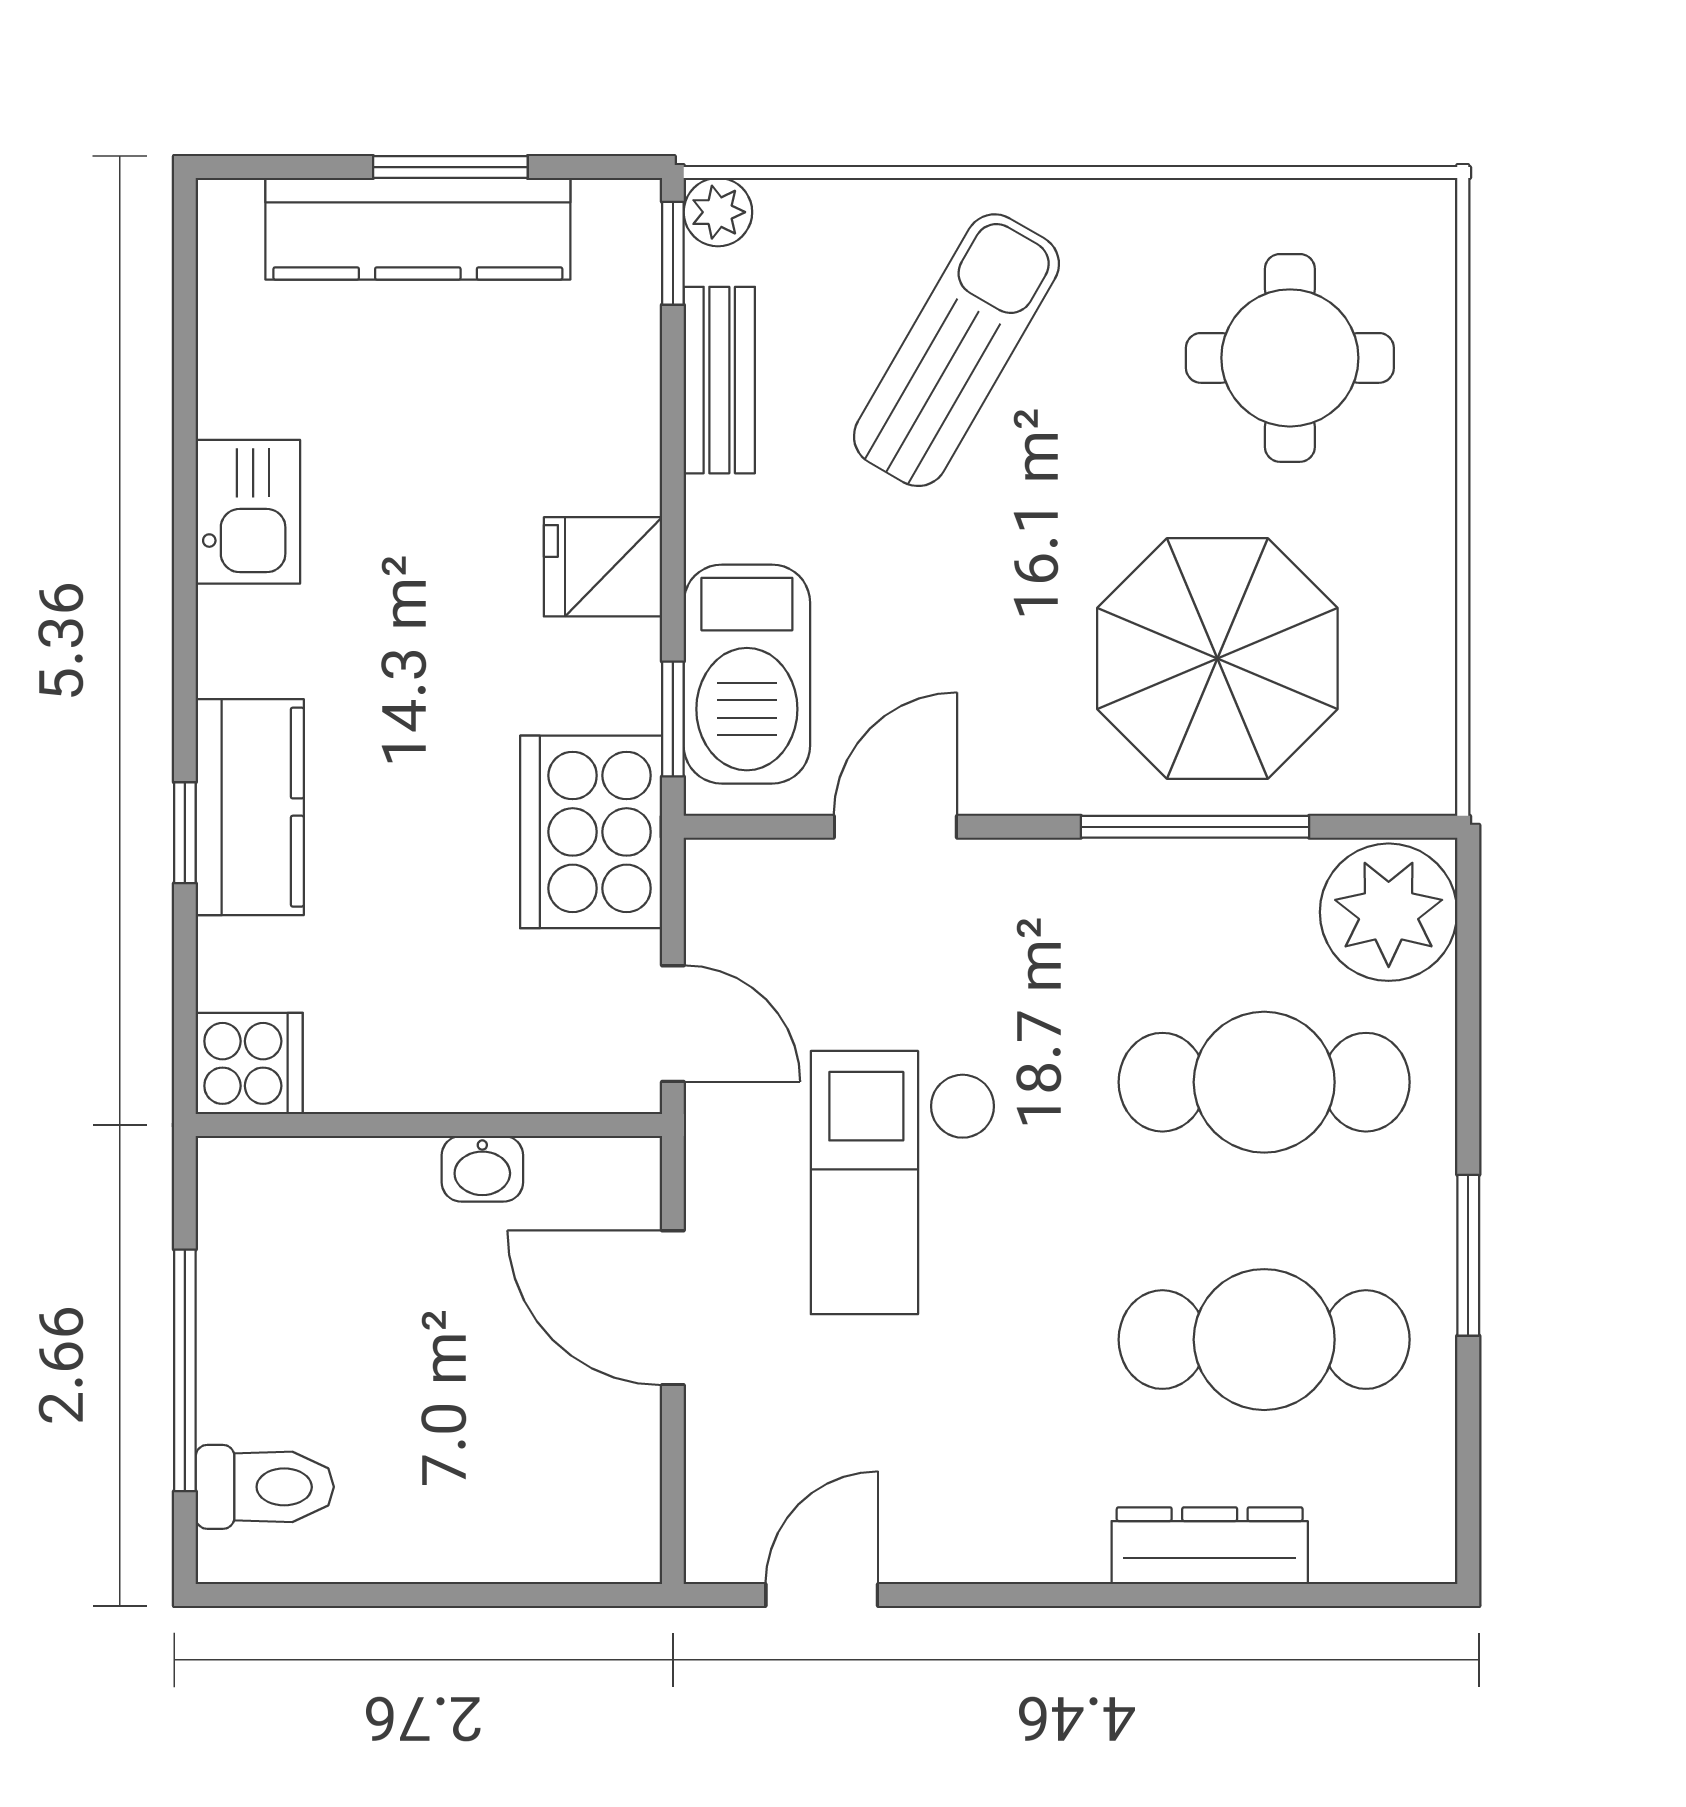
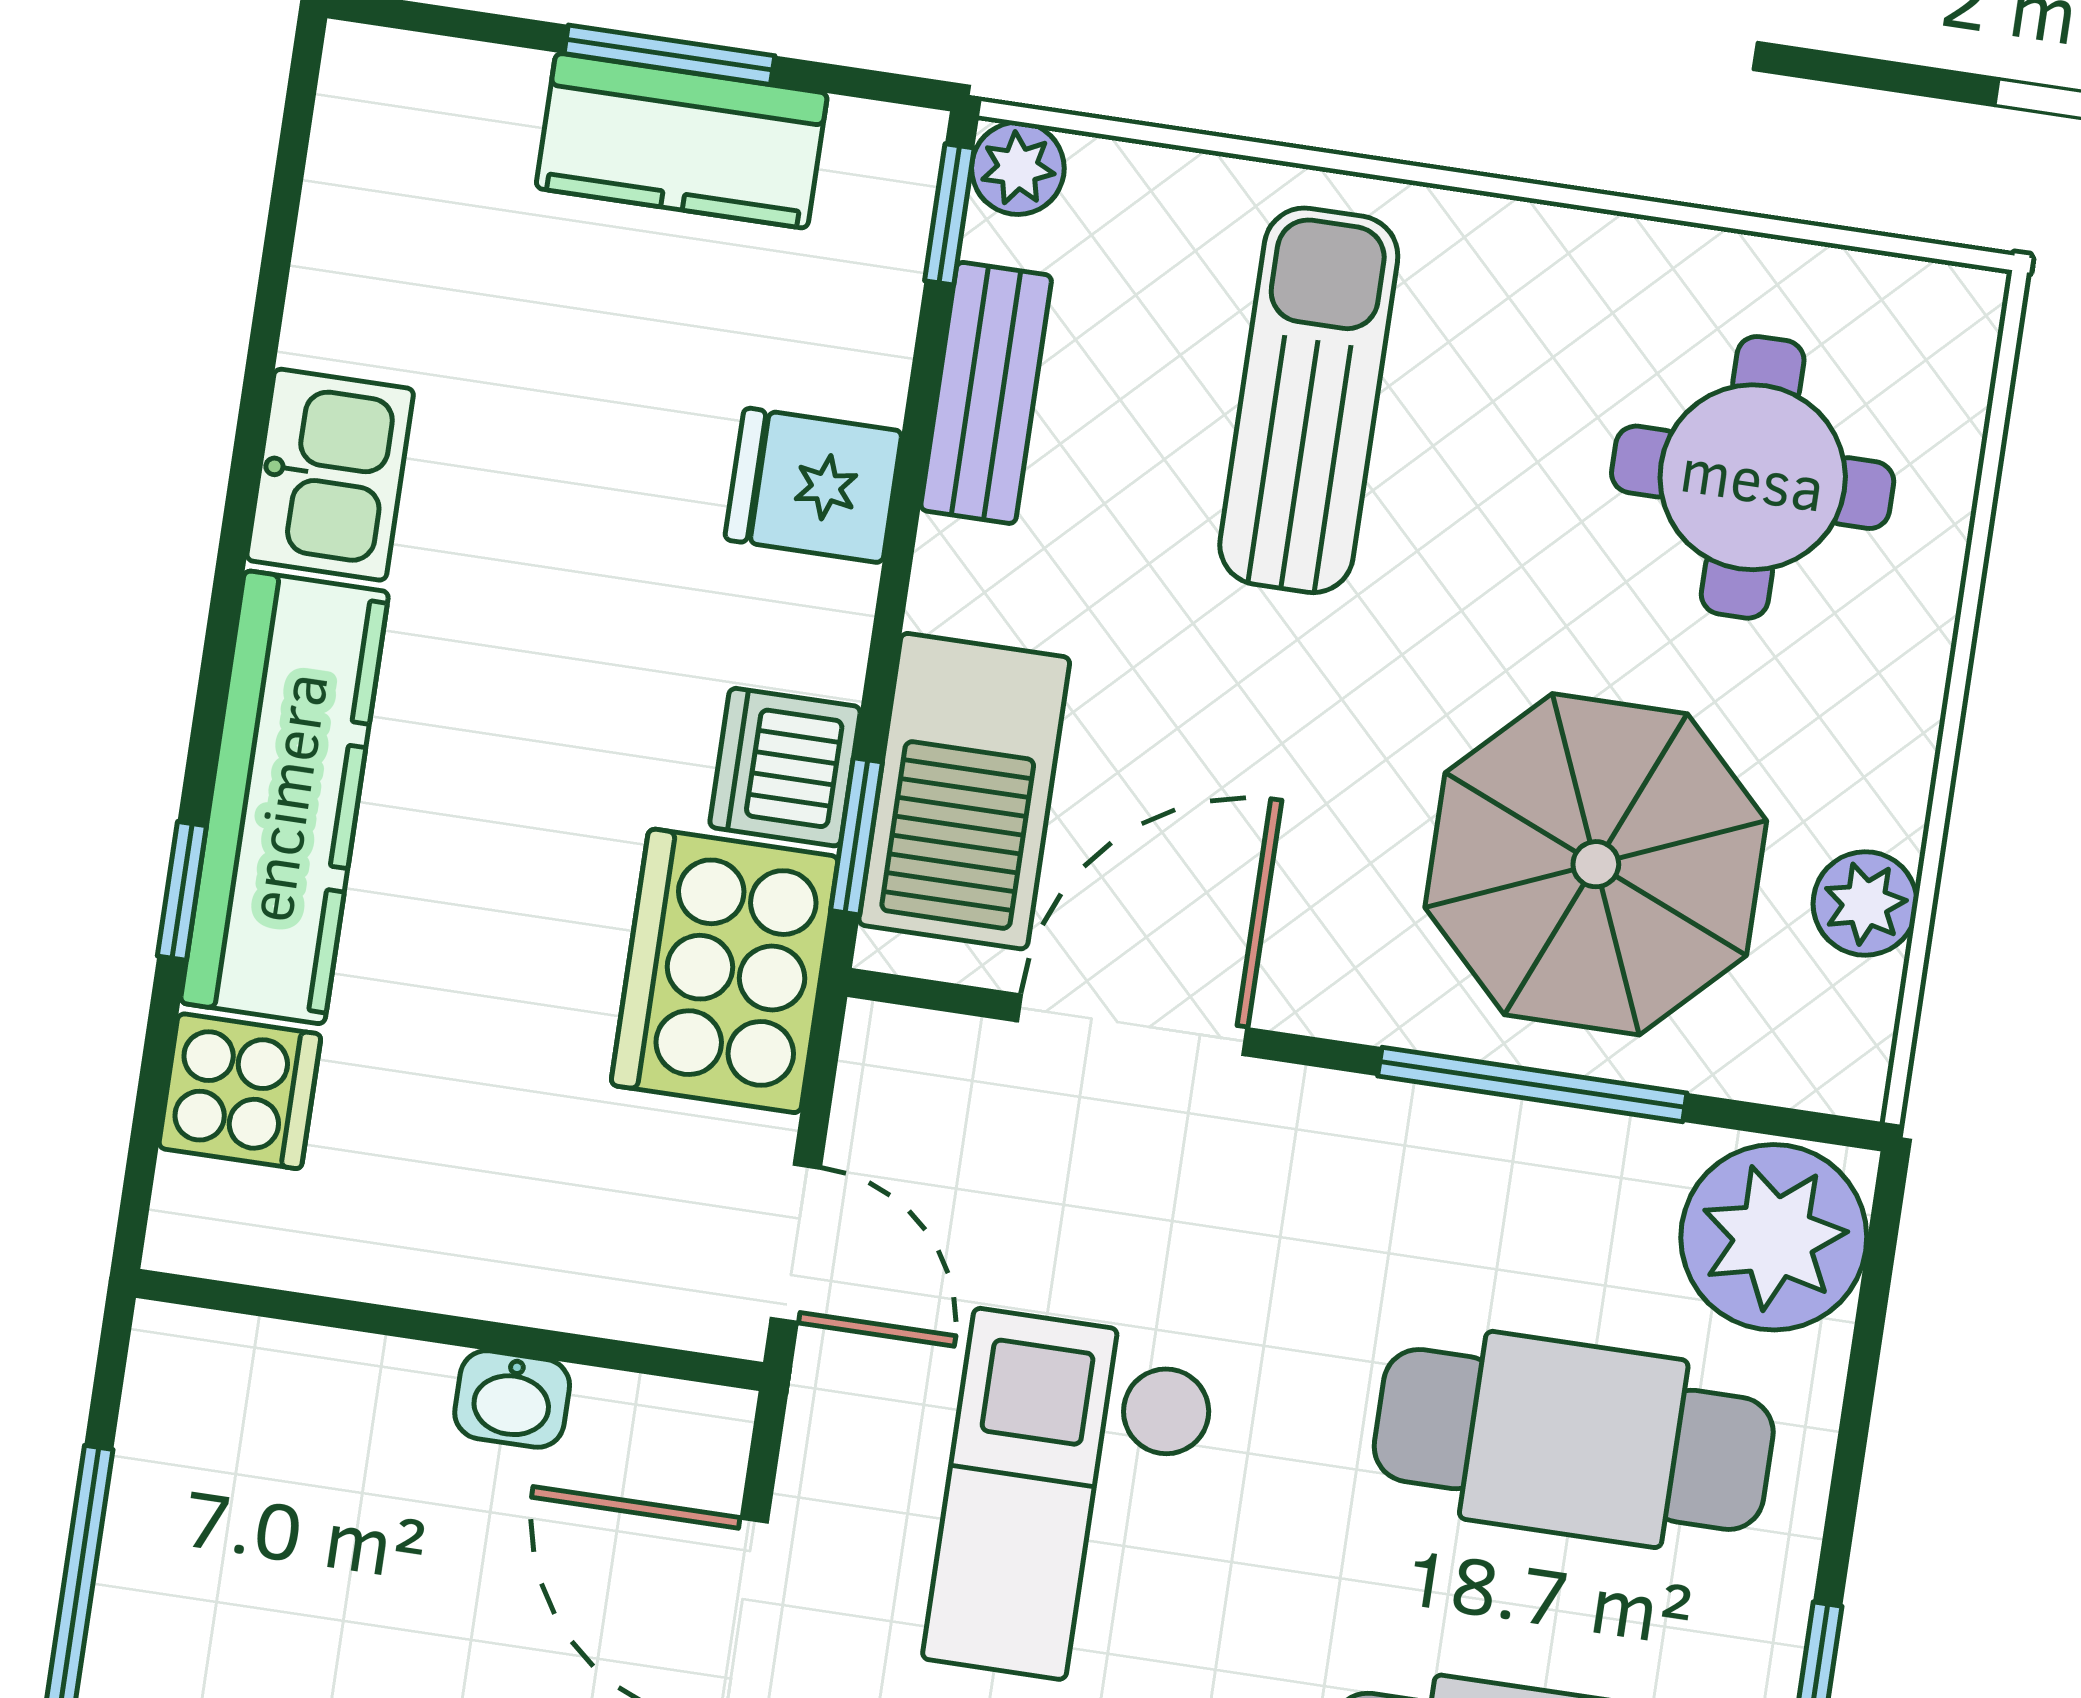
kitchen counter: (418, 229) -> (682, 141), width x0.67
sun lounger: (956, 350) -> (1309, 400), turned -30
fridge: (603, 567) -> (813, 485), moved
plant: (1419, 658) -> (1865, 903), added
dishwasher: (613, 676) -> (785, 767), added
kitchen counter: (250, 807) -> (285, 797), width x1.50
door: (895, 827) -> (1132, 1025), width x1.38
cooker: (249, 1063) -> (240, 1091), moved

